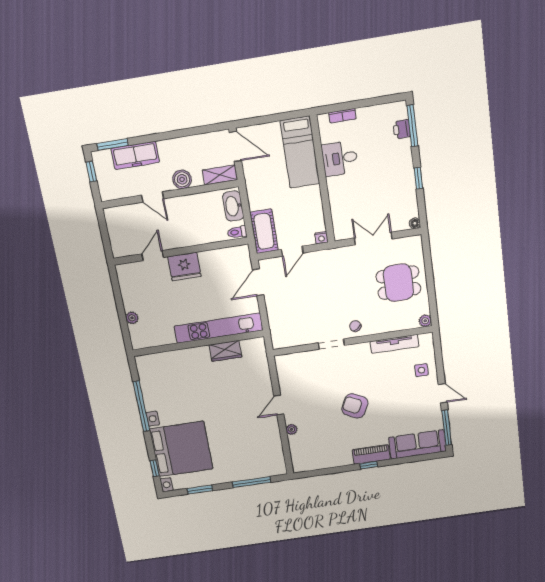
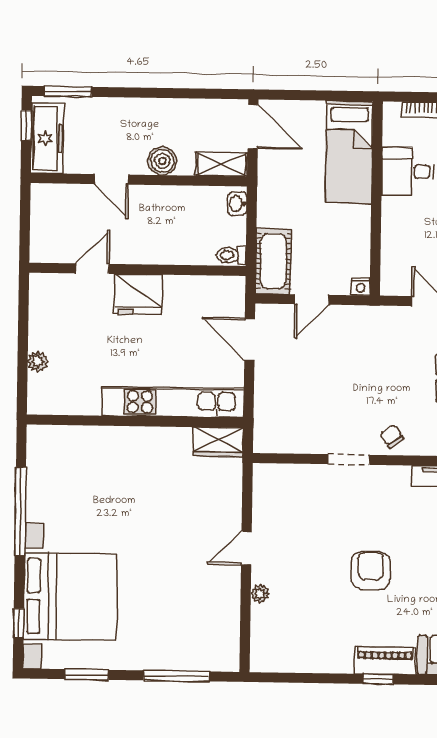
freezer: (135, 155) -> (47, 138), moved, turned -90
washbasin: (233, 206) -> (237, 204), width x0.52, depth x0.69
door: (258, 282) -> (250, 339), hinge flipped
wardrobe: (225, 351) -> (218, 442), moved
armchair: (355, 406) -> (371, 571), turned 63

